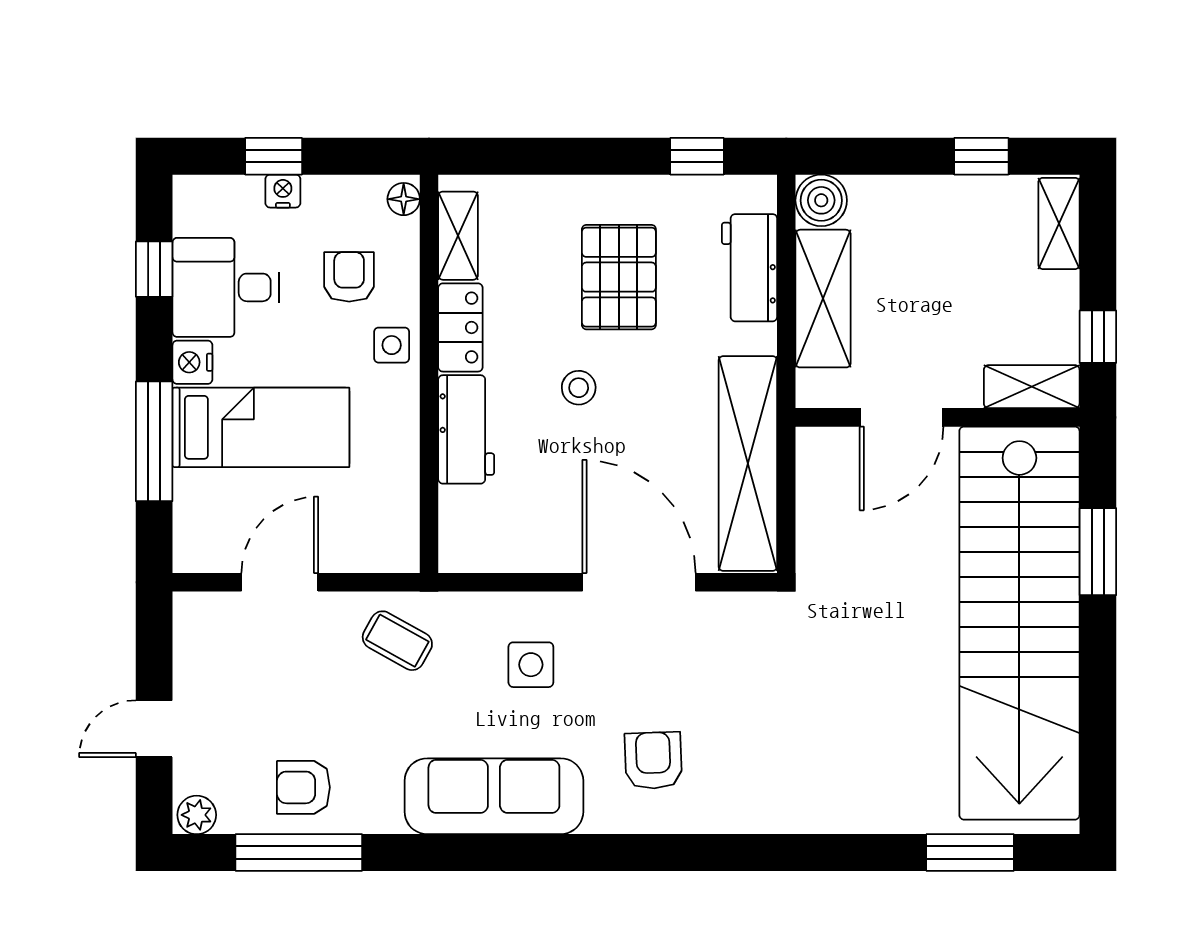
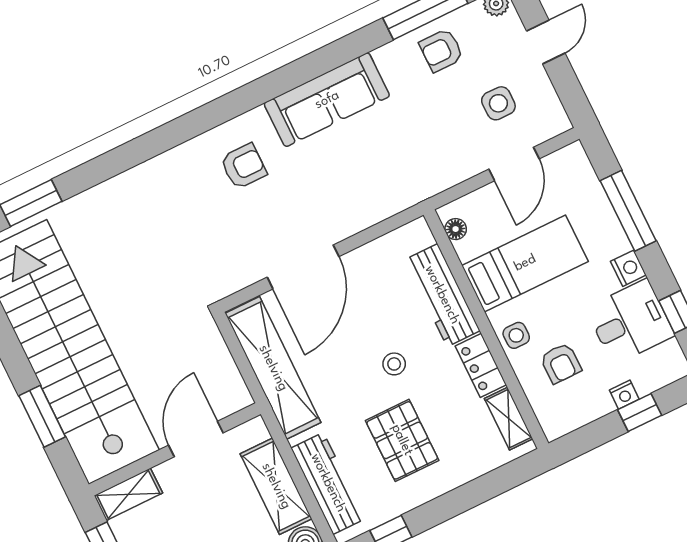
floor lamp: (404, 199) -> (456, 229), moved
workbench: (749, 268) -> (328, 483), width x1.38
bed: (261, 427) -> (525, 263), moved, turned 180
workbench: (466, 429) -> (442, 295), width x1.38
door: (639, 582) -> (303, 267), hinge flipped
coffee table: (397, 641) -> (428, 163), removed
side table: (531, 665) -> (498, 103), moved
armchair: (653, 761) -> (243, 166), turned -88
armchair: (303, 787) -> (441, 50), turned 180

